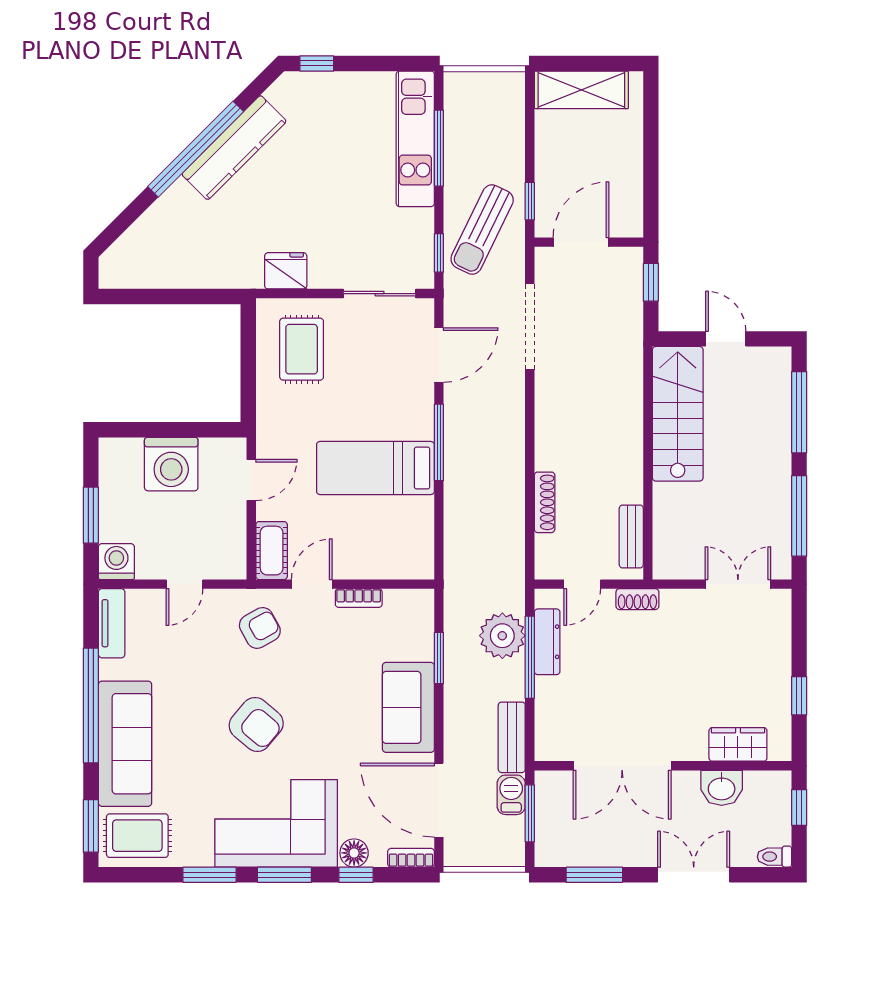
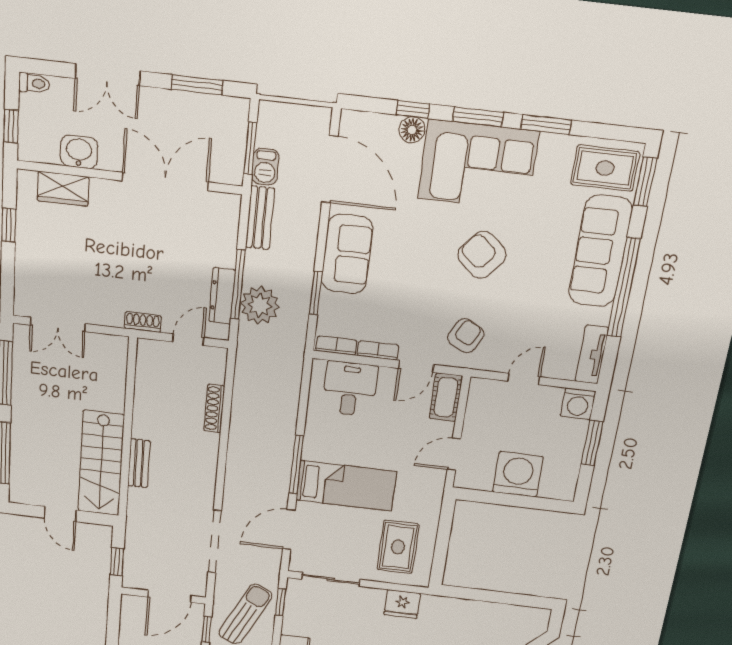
bed: (375, 468) -> (346, 486), moved
bench: (631, 537) -> (139, 463), moved
desk: (386, 547) -> (350, 389), added
armchair: (260, 628) -> (466, 336), turned 147
bookcase: (411, 858) -> (336, 346), moved, turned 180

